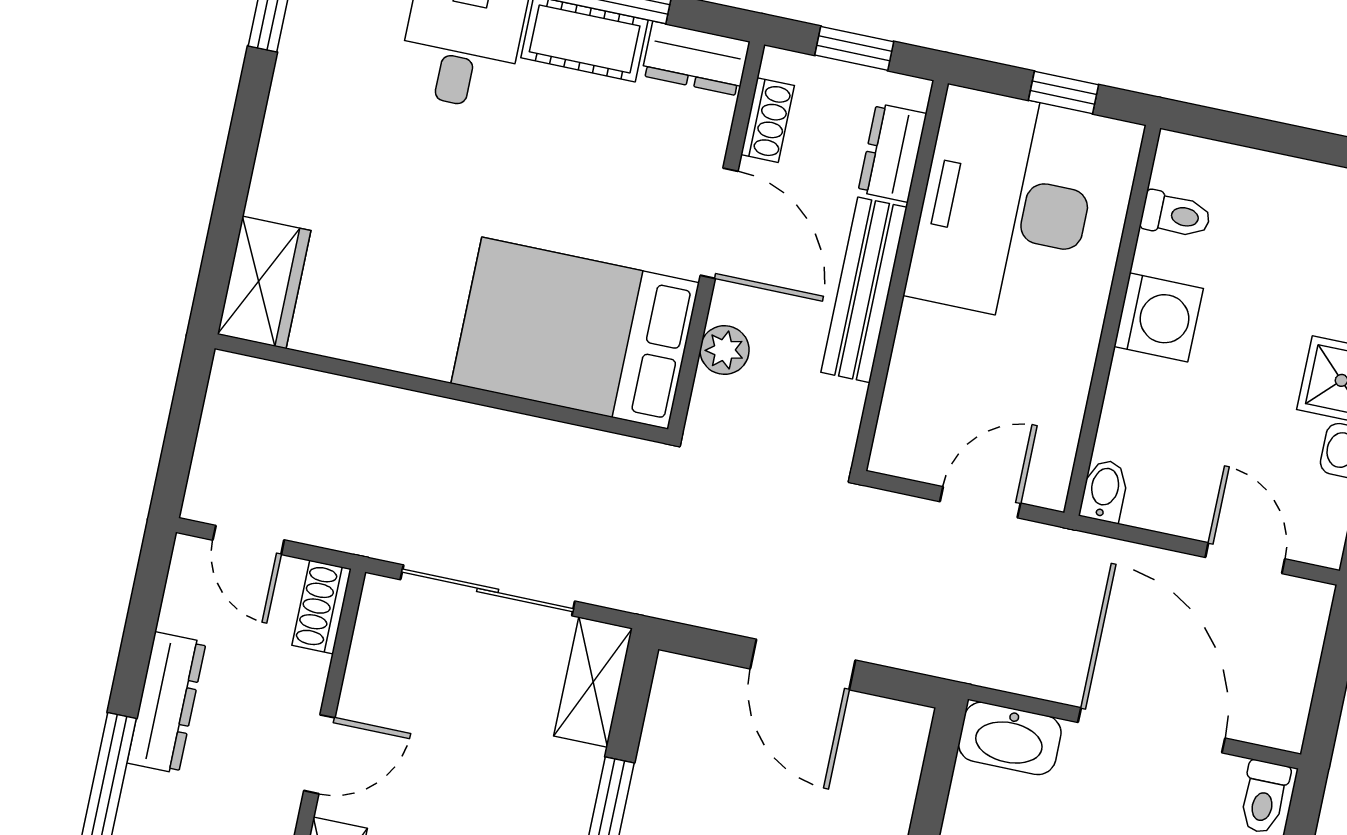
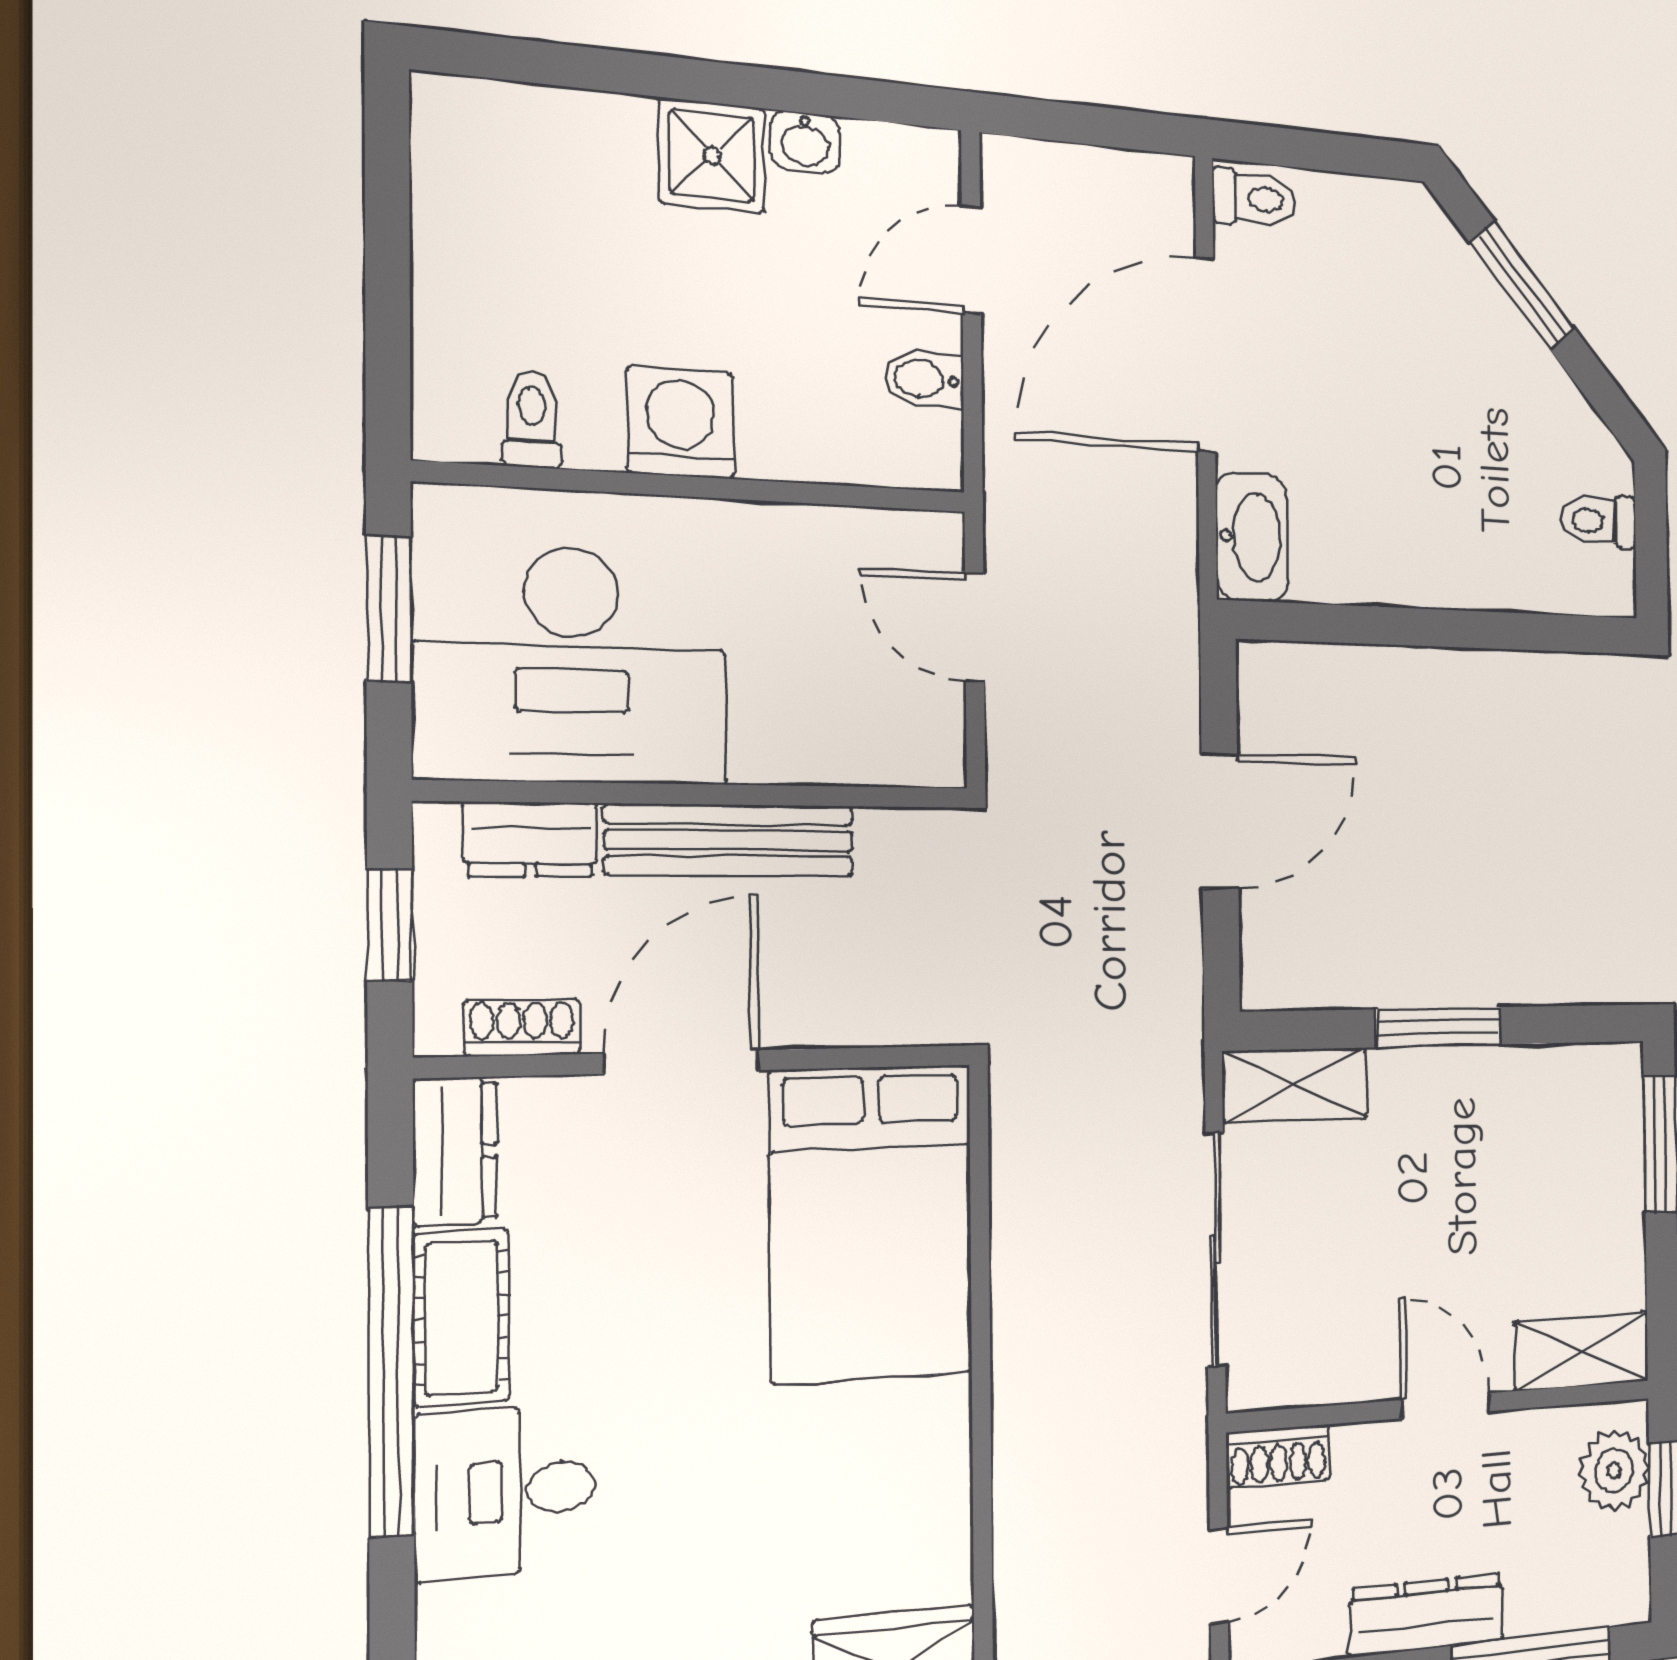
window: (1063, 92) -> (389, 609), width x1.50
plant: (725, 350) -> (851, 1014), removed
bidet: (1104, 491) -> (924, 379), moved

